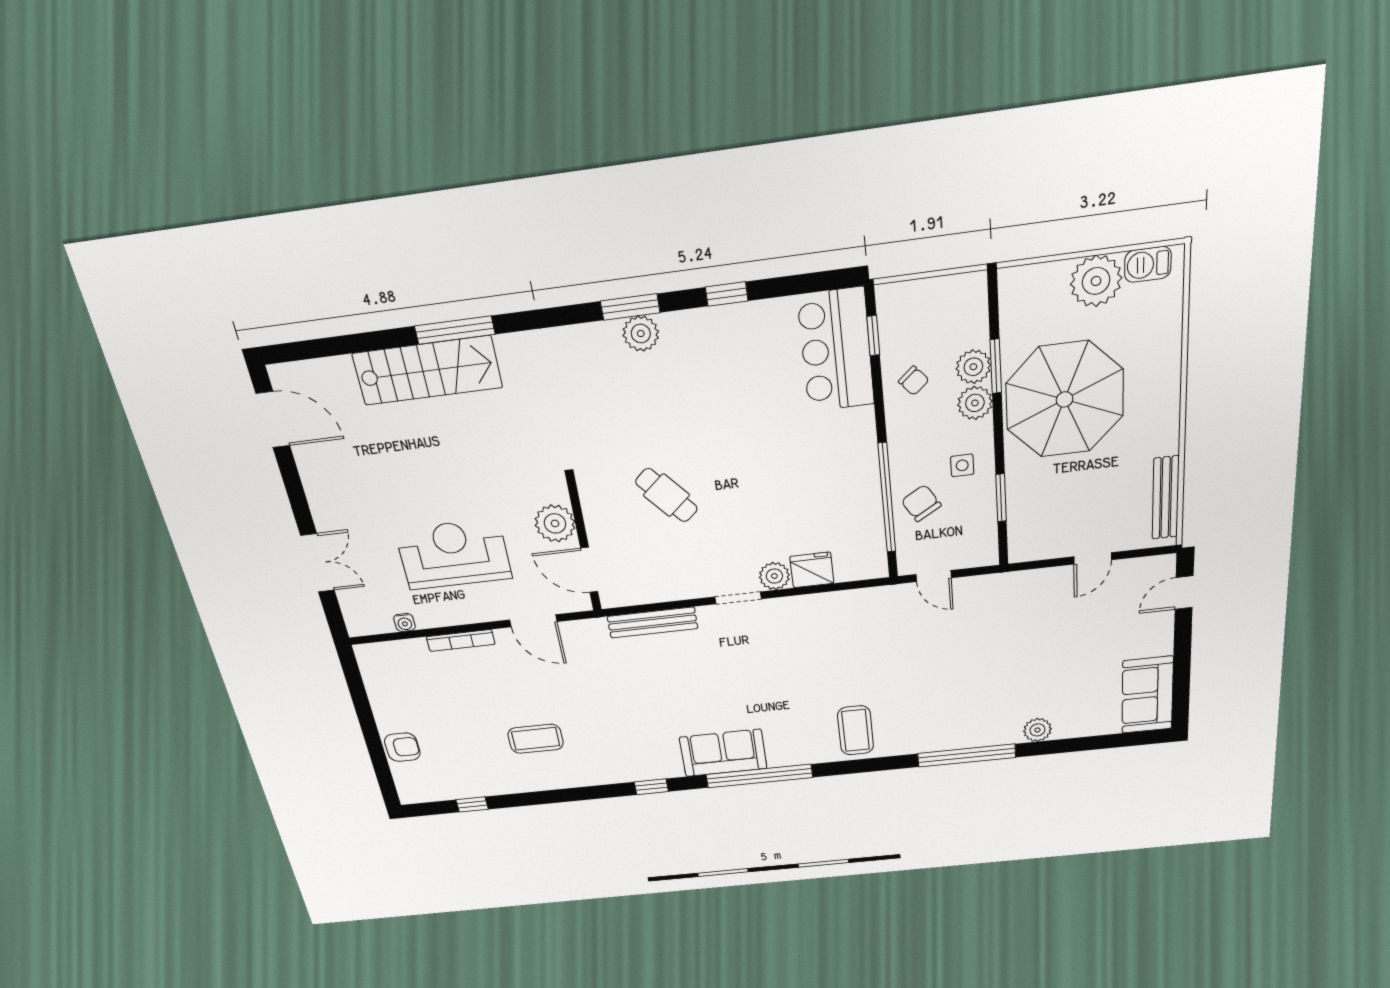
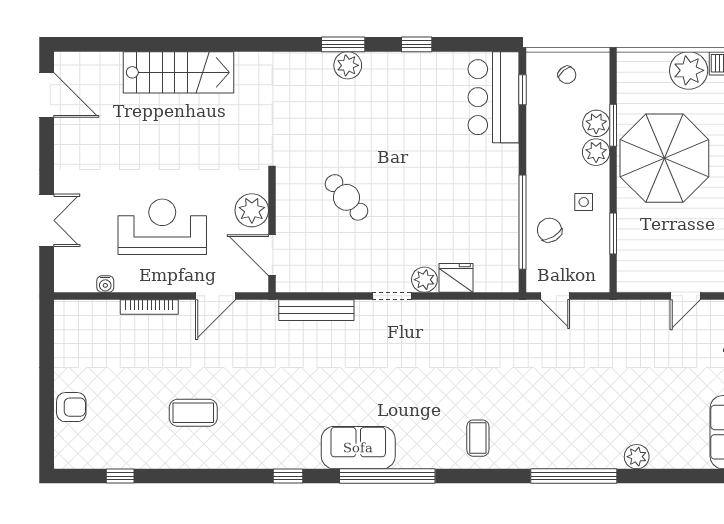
window: (455, 330) -> (207, 44), removed
chair: (914, 381) -> (567, 75), moved
door: (533, 621) -> (216, 296), hinge flipped
coffee table: (856, 730) -> (478, 438), width x0.73, depth x0.77

